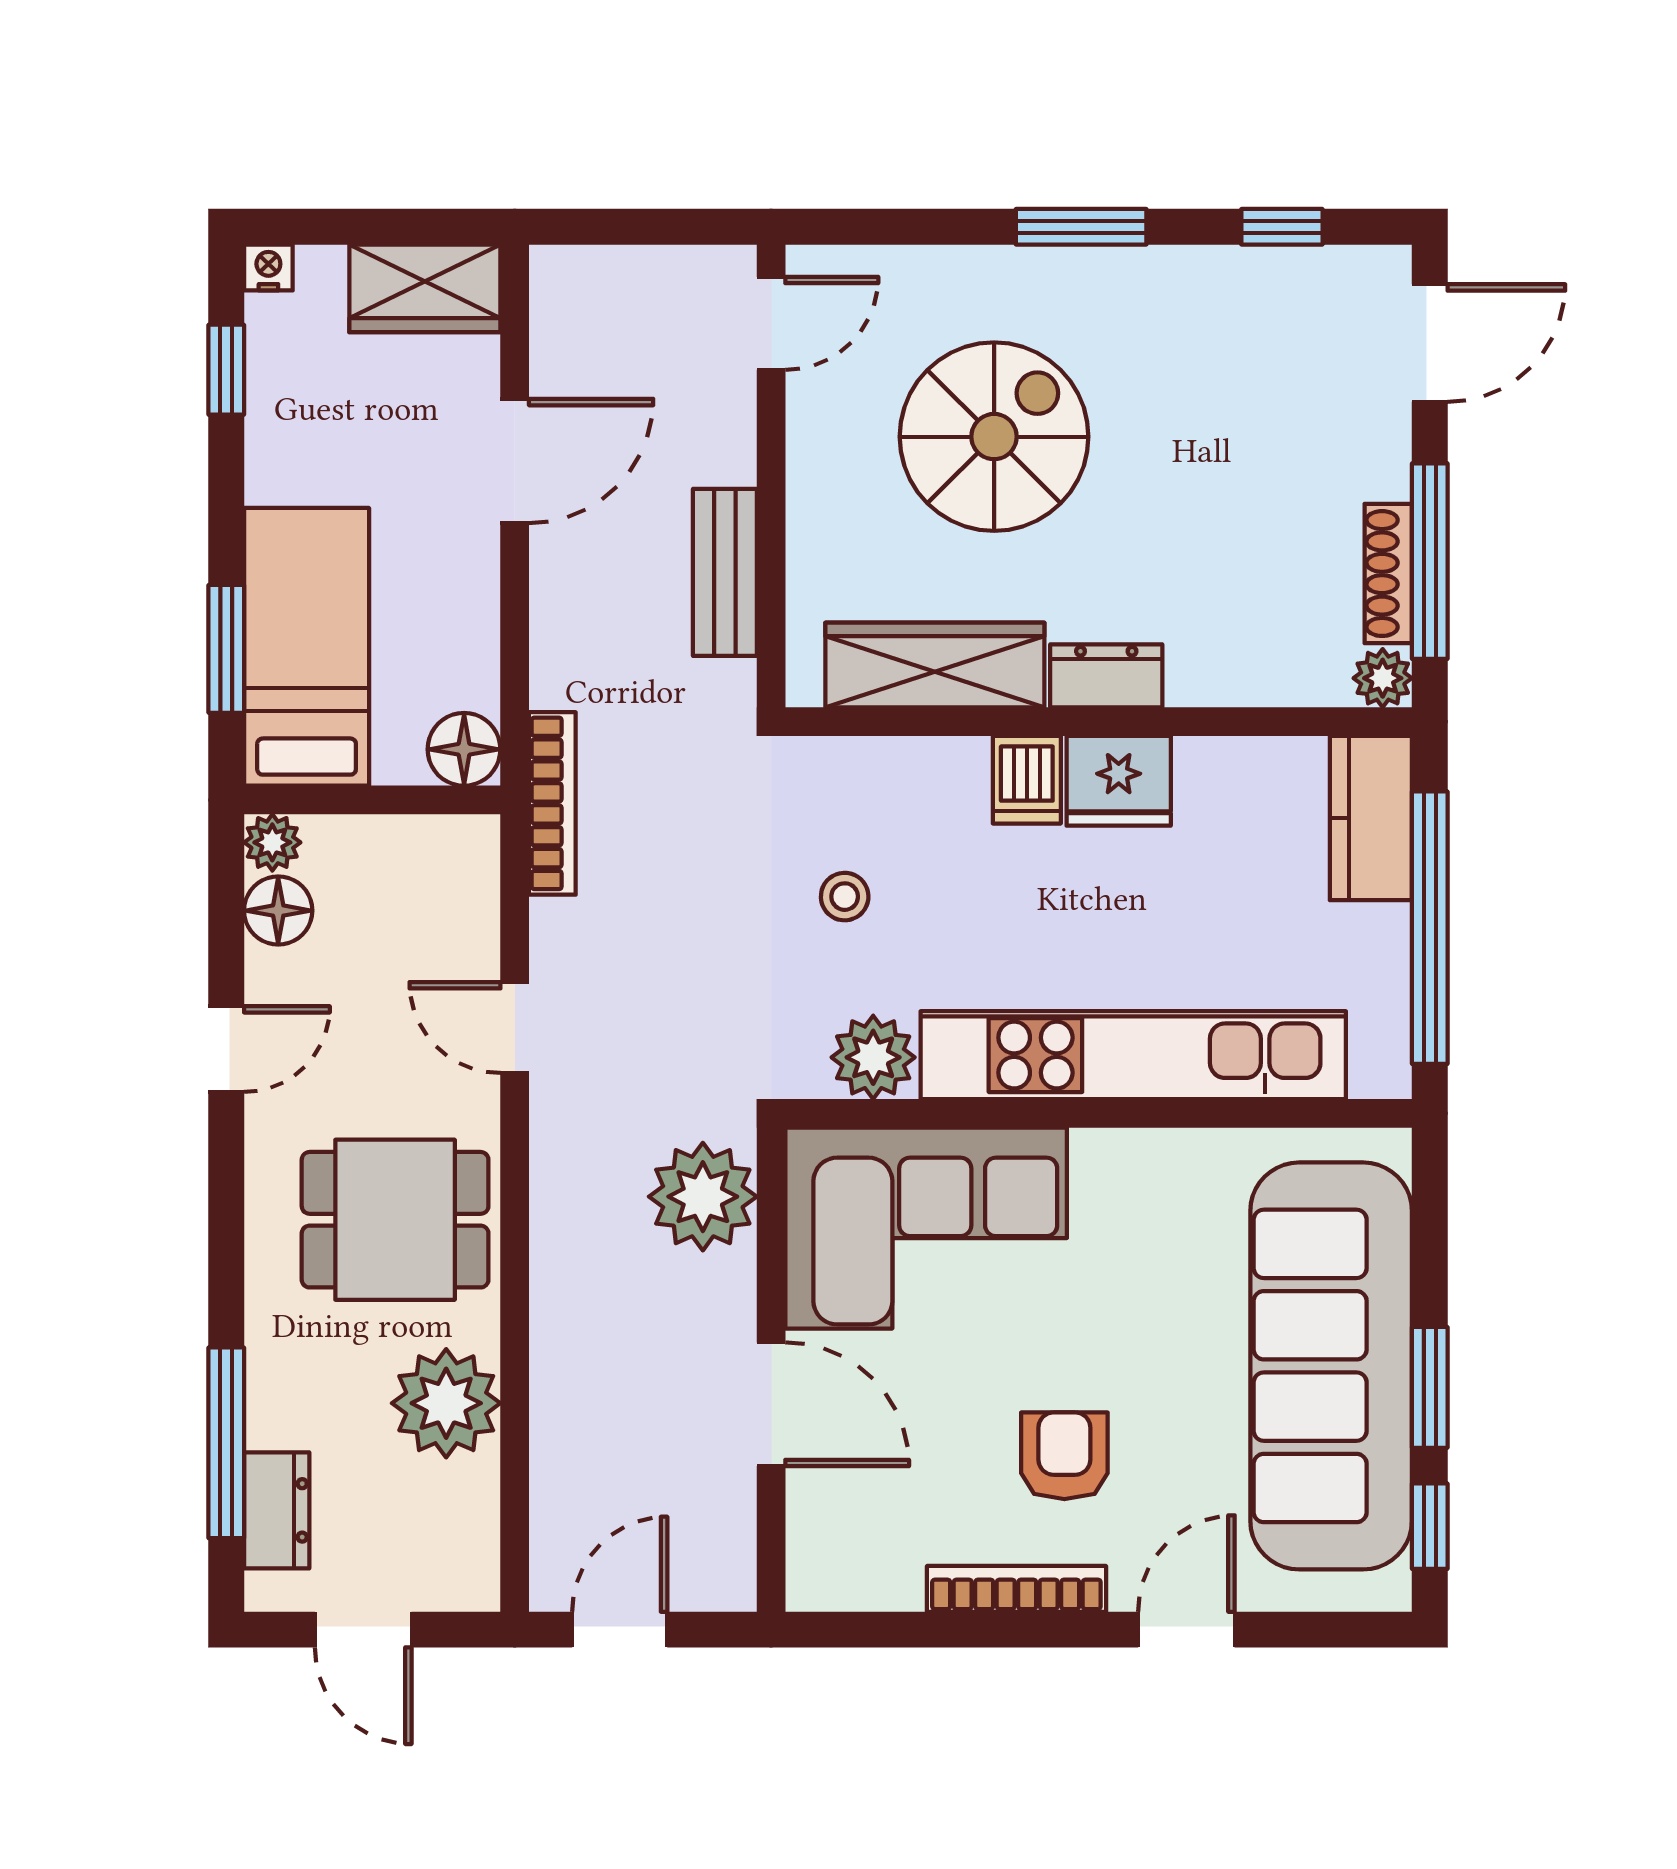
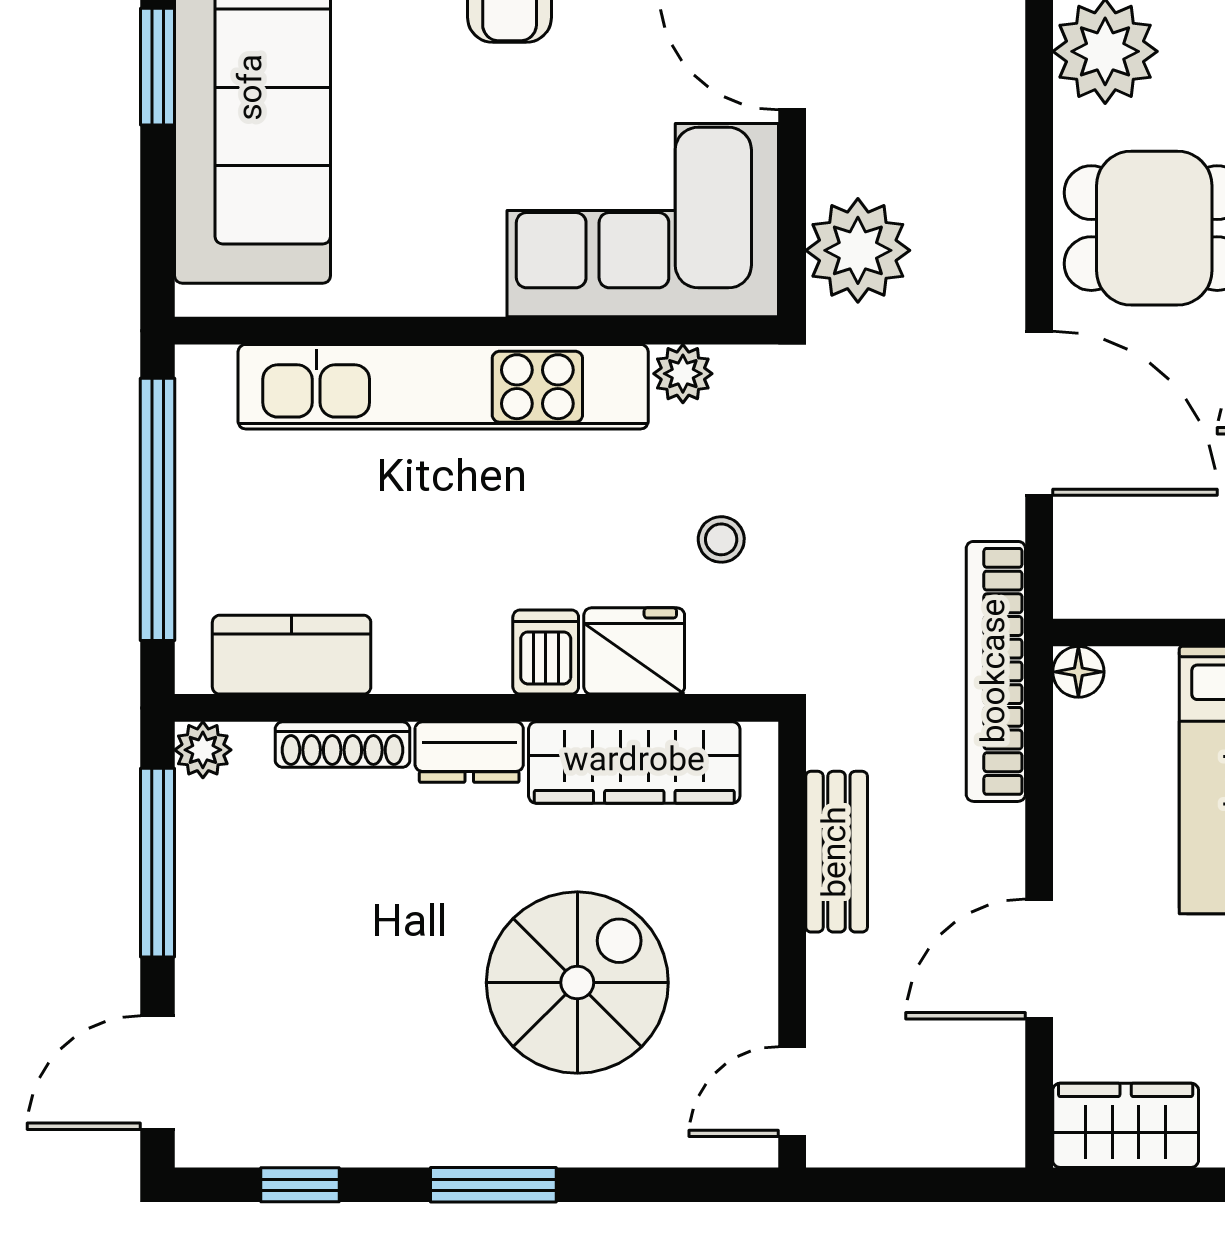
spiral stairs: (994, 437) -> (577, 983), turned 180
shoe rack: (1388, 574) -> (342, 745), moved, turned 90
floor lamp: (464, 749) -> (1078, 672), width x0.73, depth x0.73
fridge: (1119, 781) -> (634, 651), moved
bookcase: (552, 803) -> (996, 671), width x1.48, depth x1.31
kitchen counter: (1371, 818) -> (292, 655), moved, turned -90
door: (515, 1028) -> (1039, 413), width x1.87
plant: (873, 1057) -> (683, 374), width x0.73, depth x0.73

